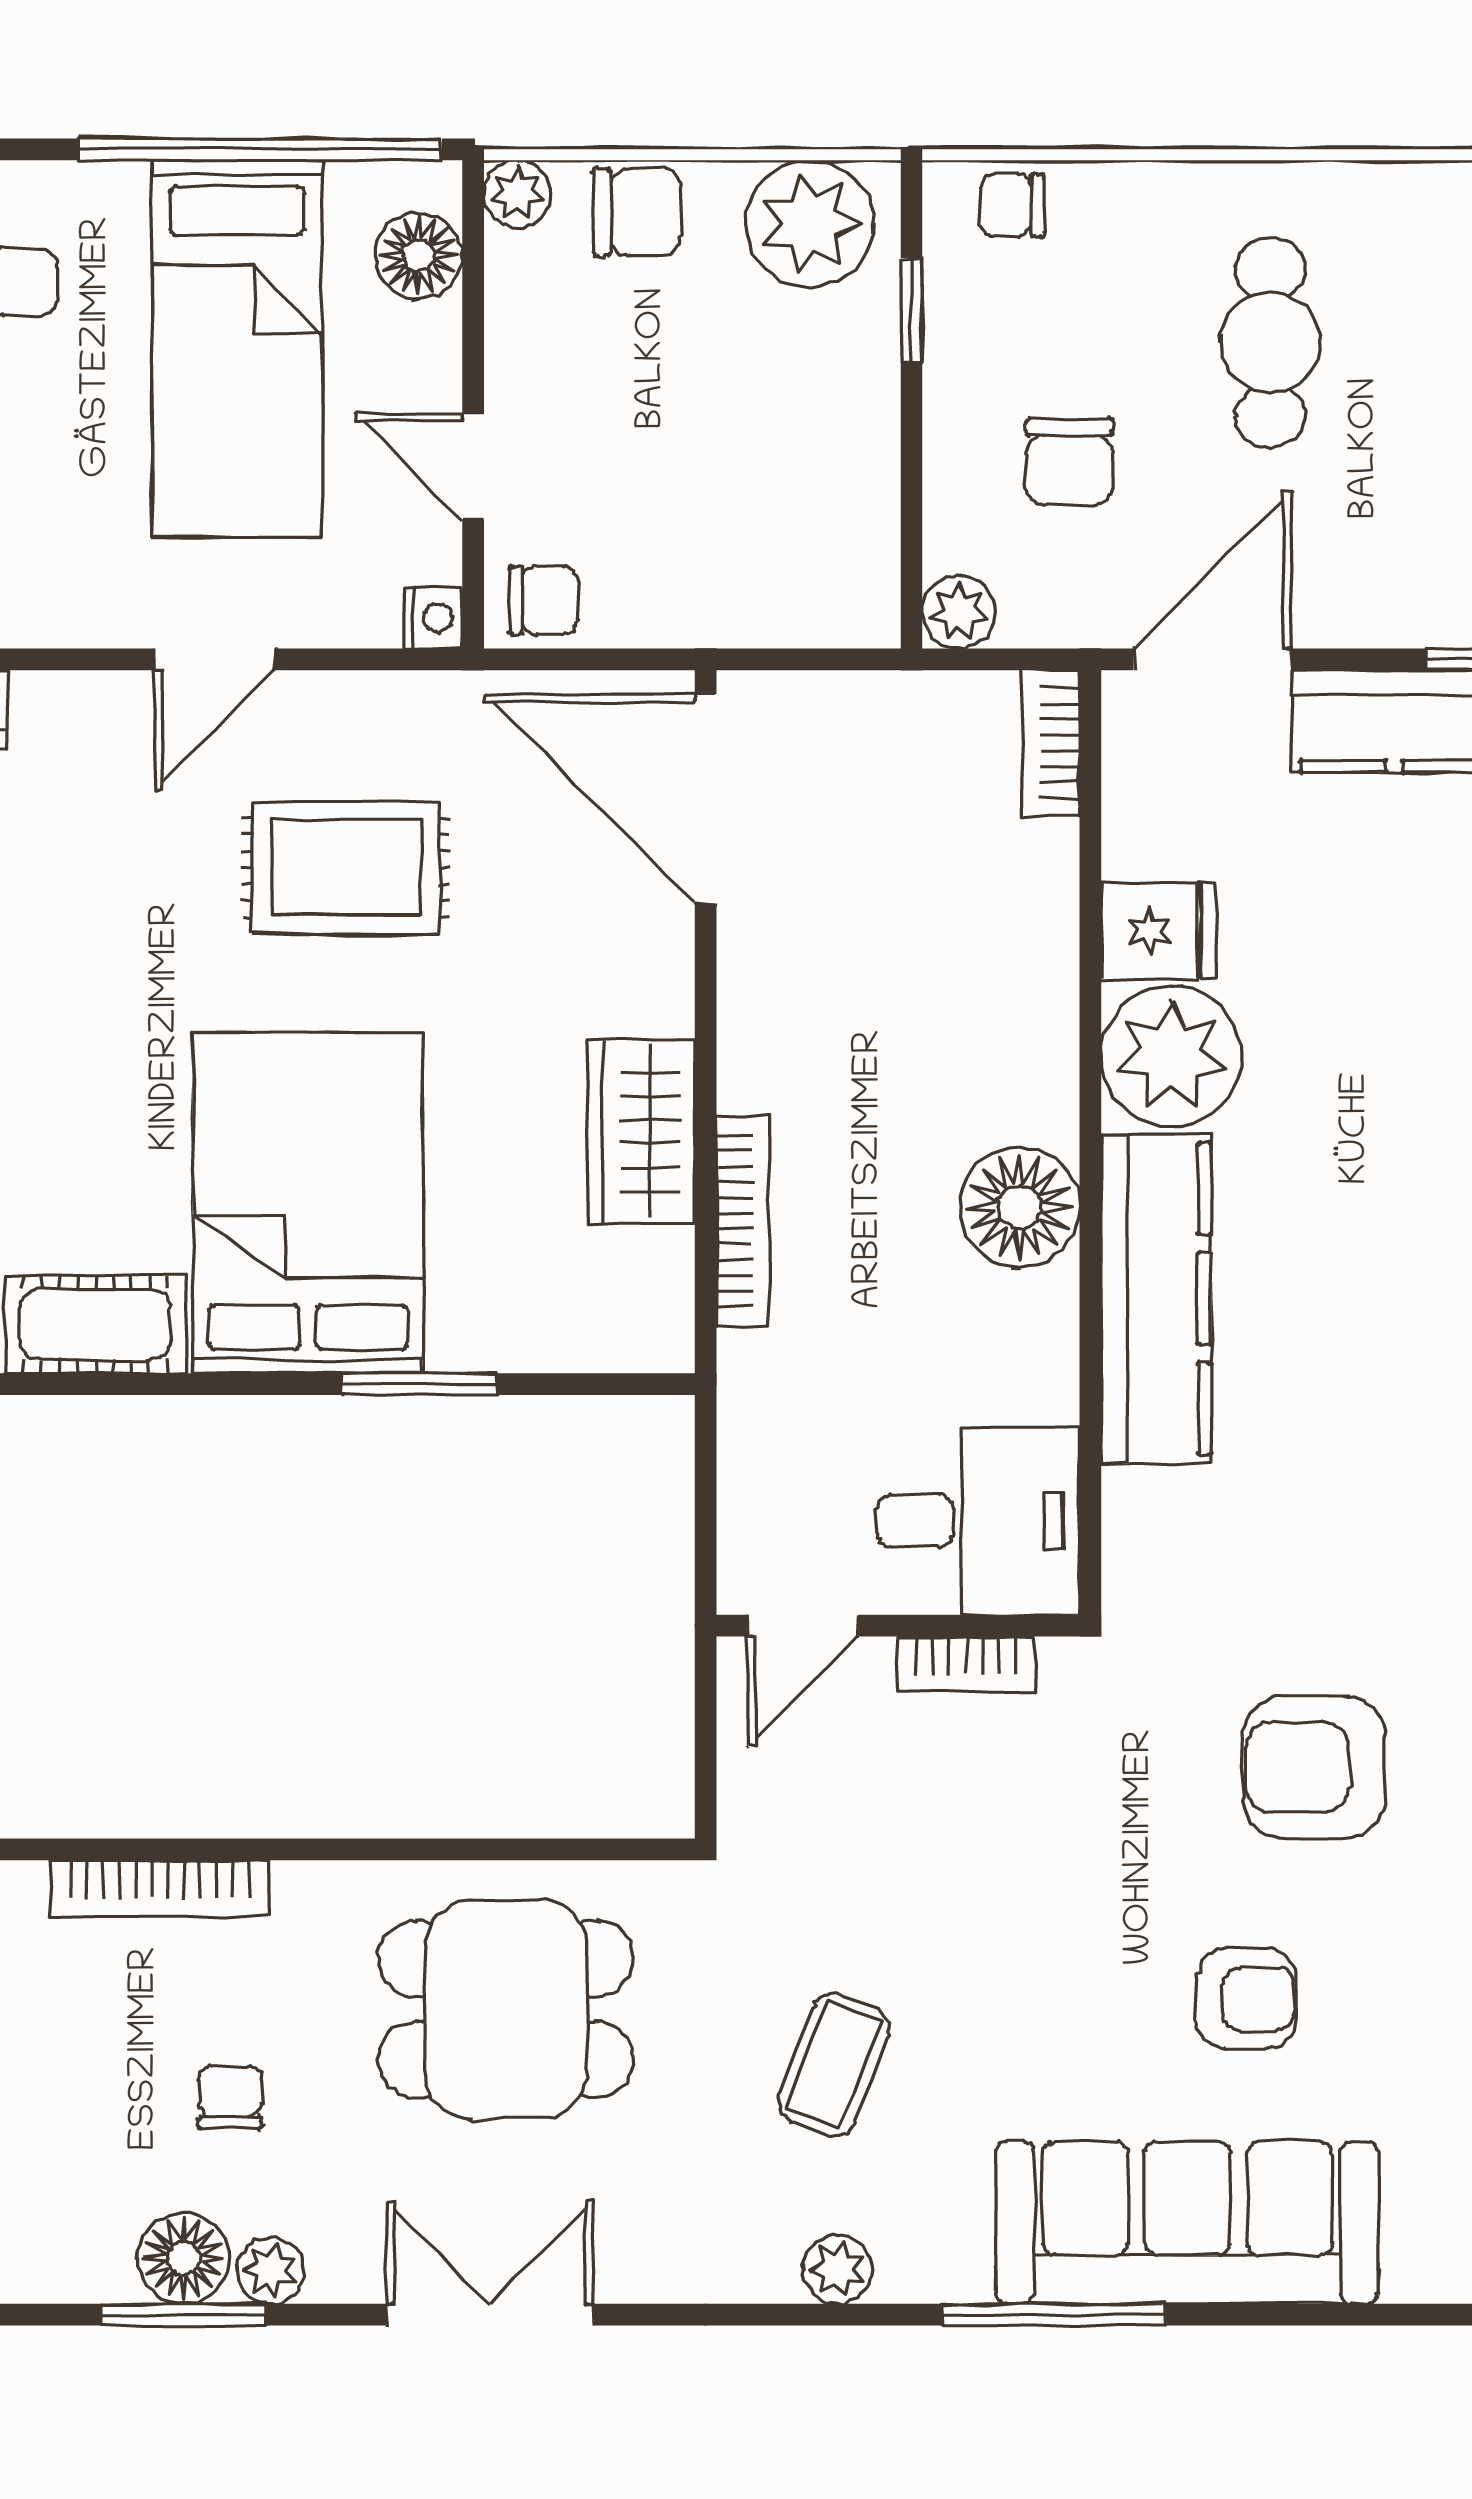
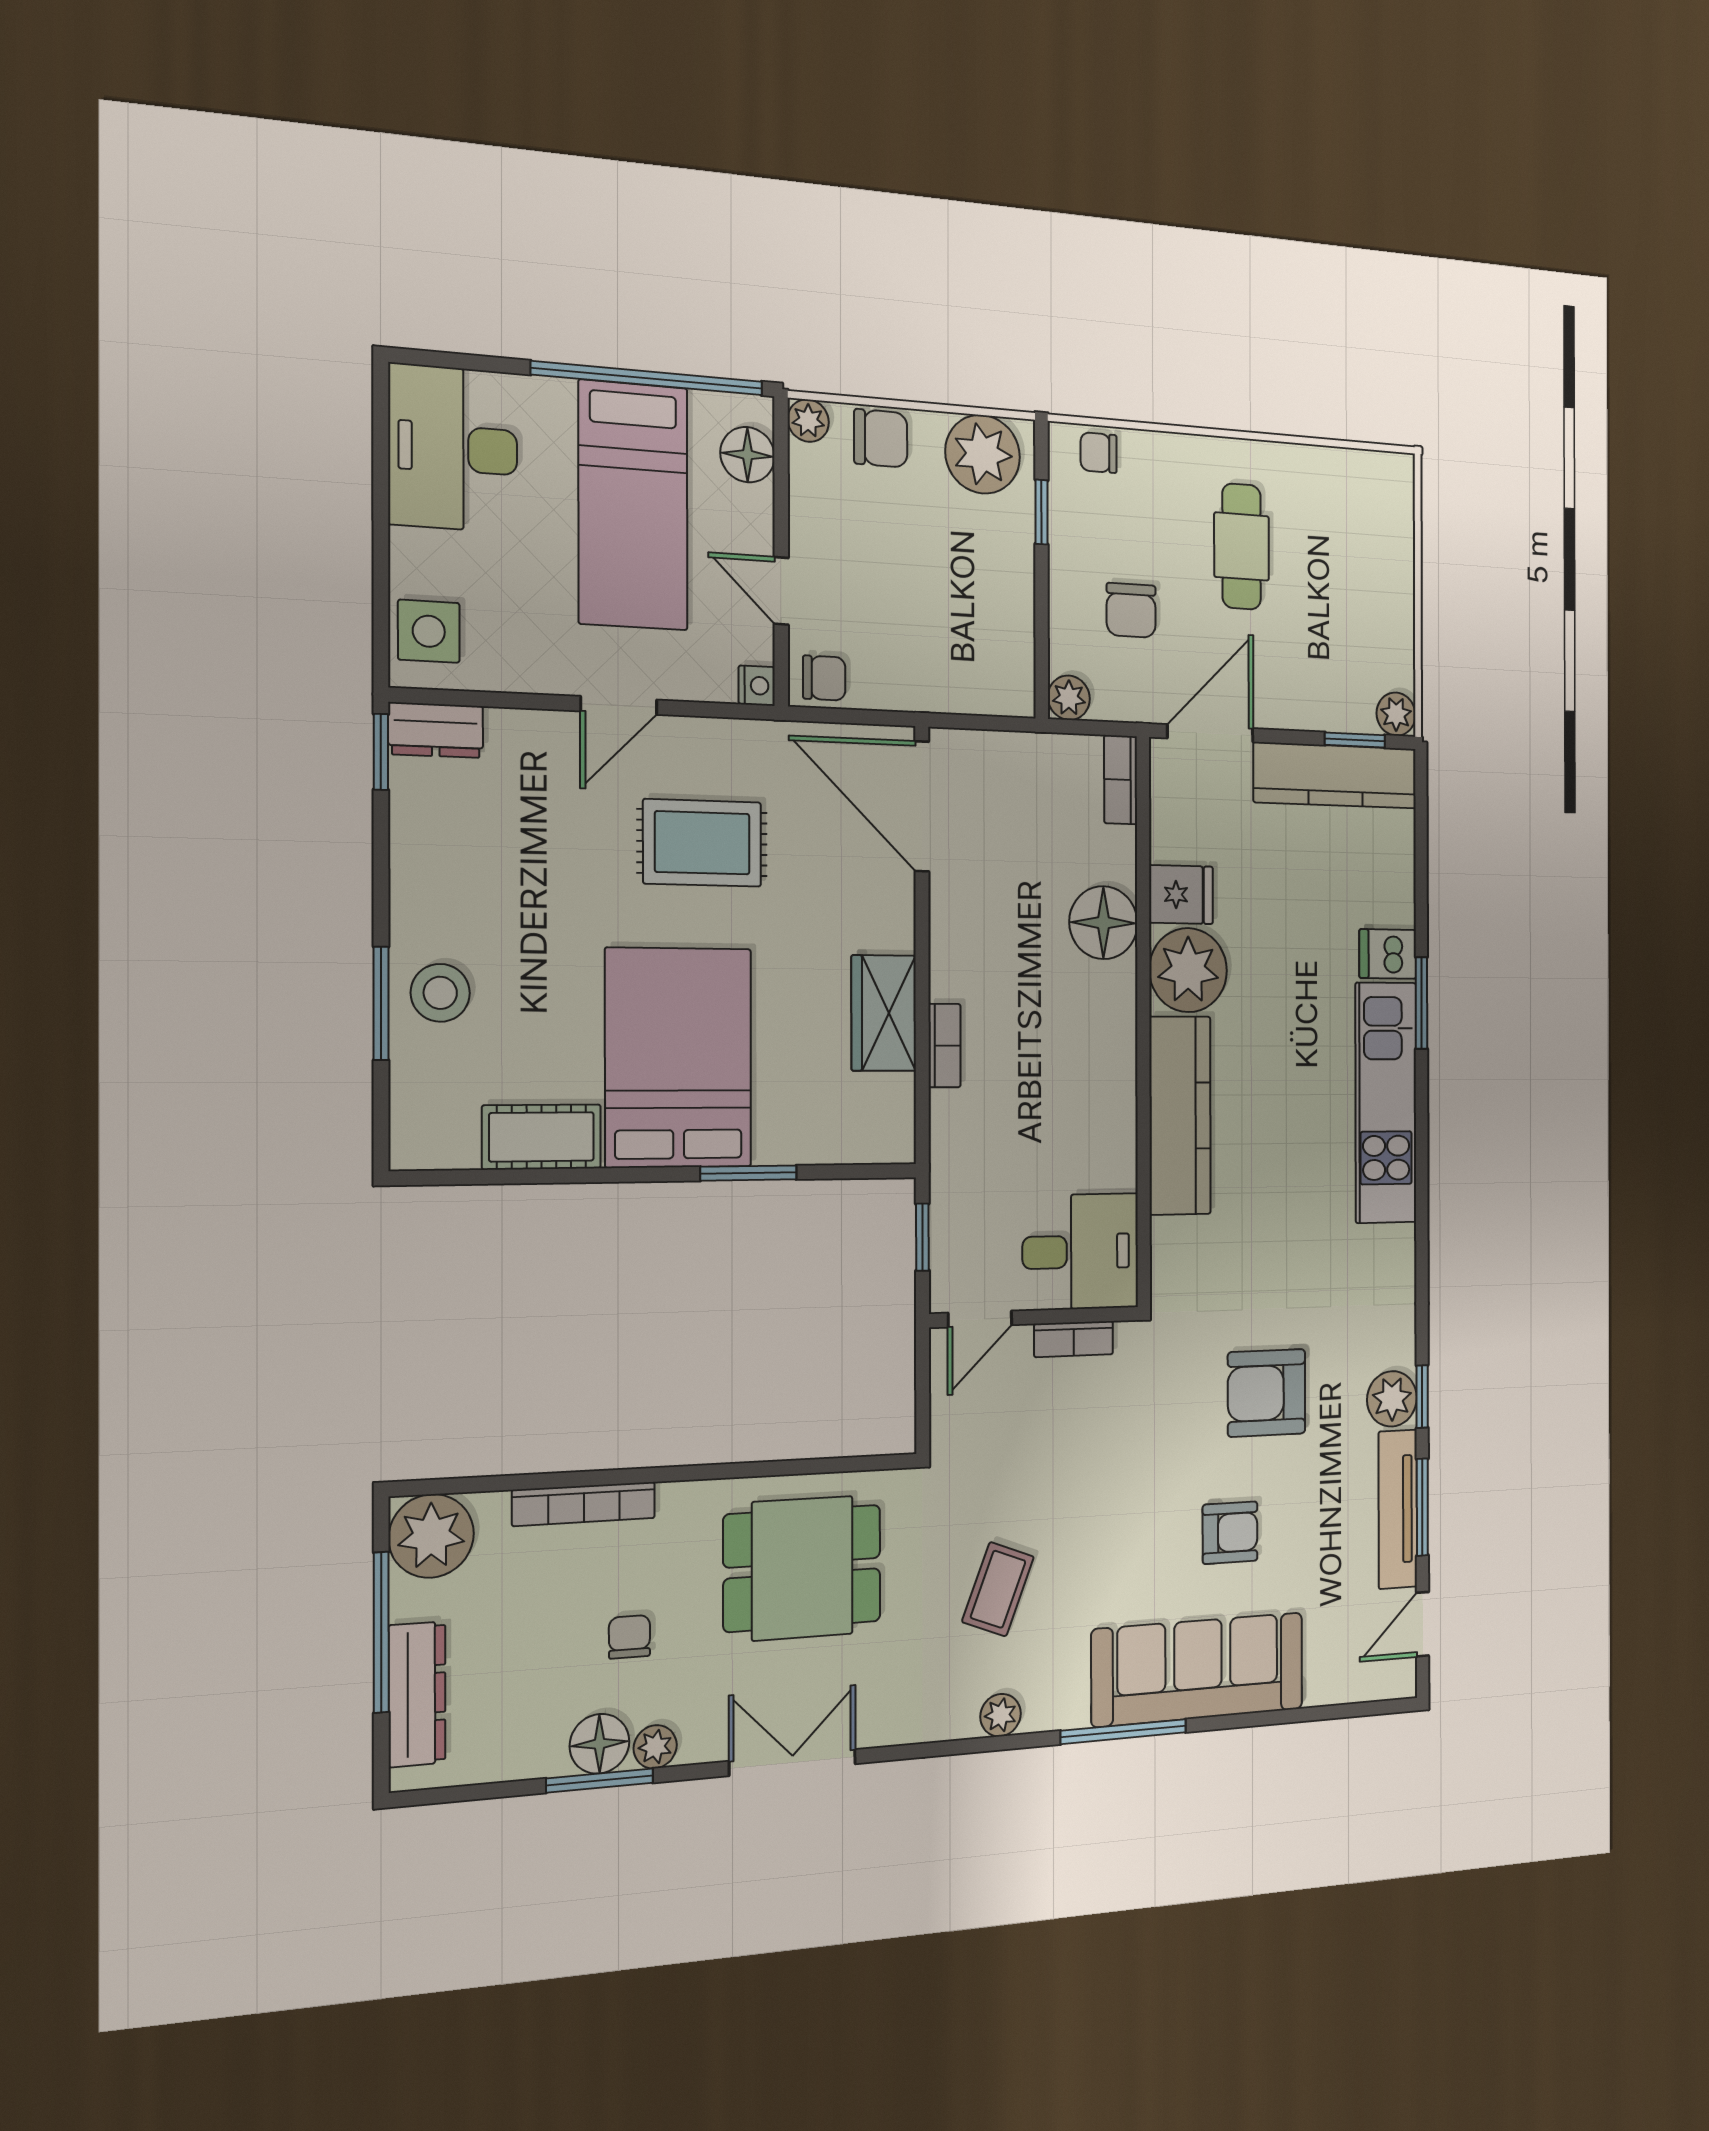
floor lamp: (1019, 1207) -> (1103, 923), moved
bookcase: (743, 1221) -> (944, 1046), width x0.64
window: (706, 1491) -> (922, 1237), added

